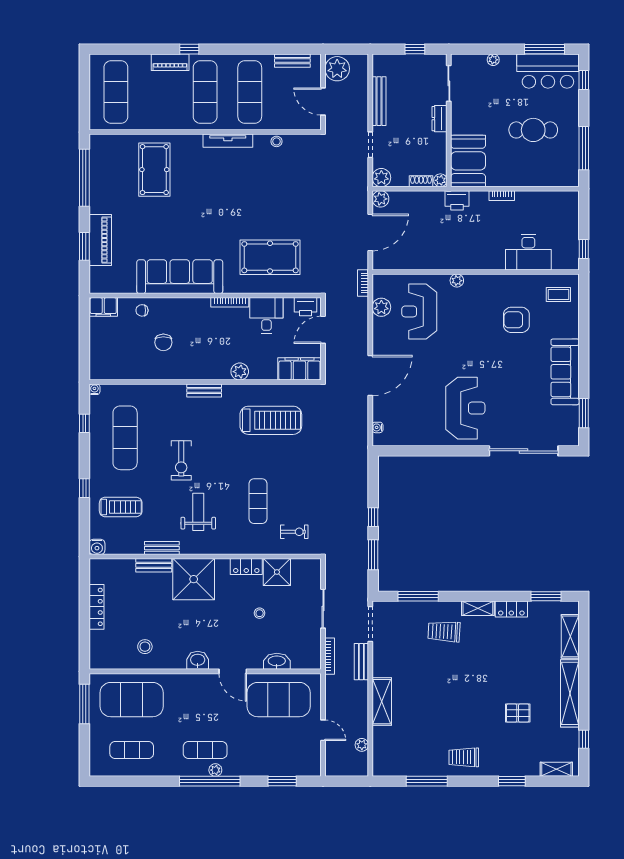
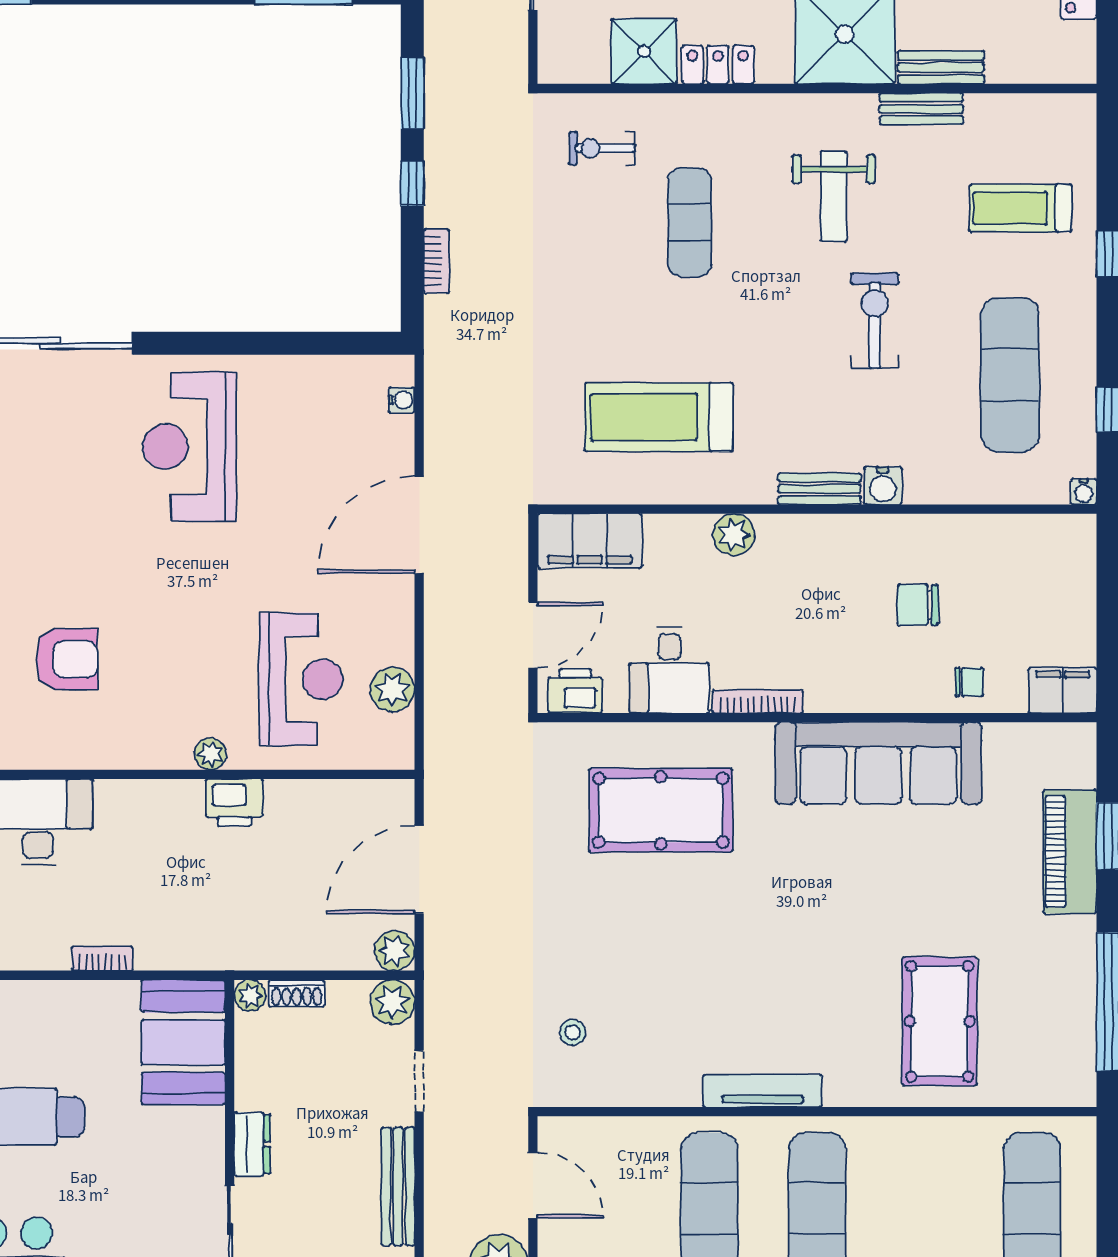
stool: (276, 141) -> (573, 1032), moved
printer: (457, 200) -> (234, 803), moved, turned 180
bookcase: (363, 283) -> (437, 261), moved
chair: (163, 342) -> (918, 605), turned -90
water cooler: (97, 547) -> (883, 486), moved, turned 180

